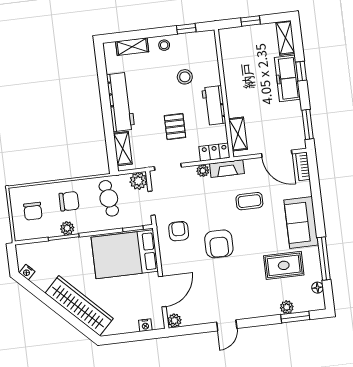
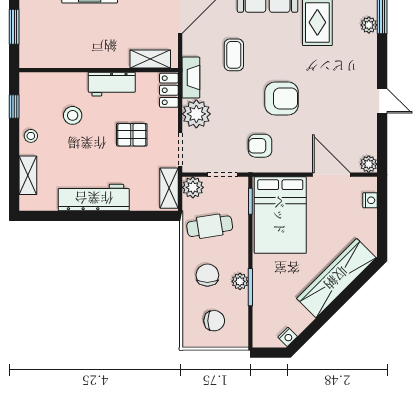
window: (251, 21) -> (14, 27), width x1.50
shelving: (123, 149) -> (169, 188), moved, turned 90
plant: (203, 171) -> (196, 114), width x1.87, depth x1.87

